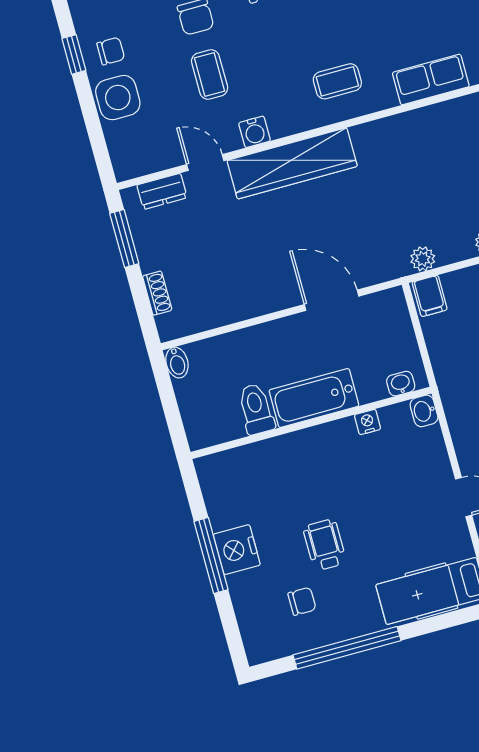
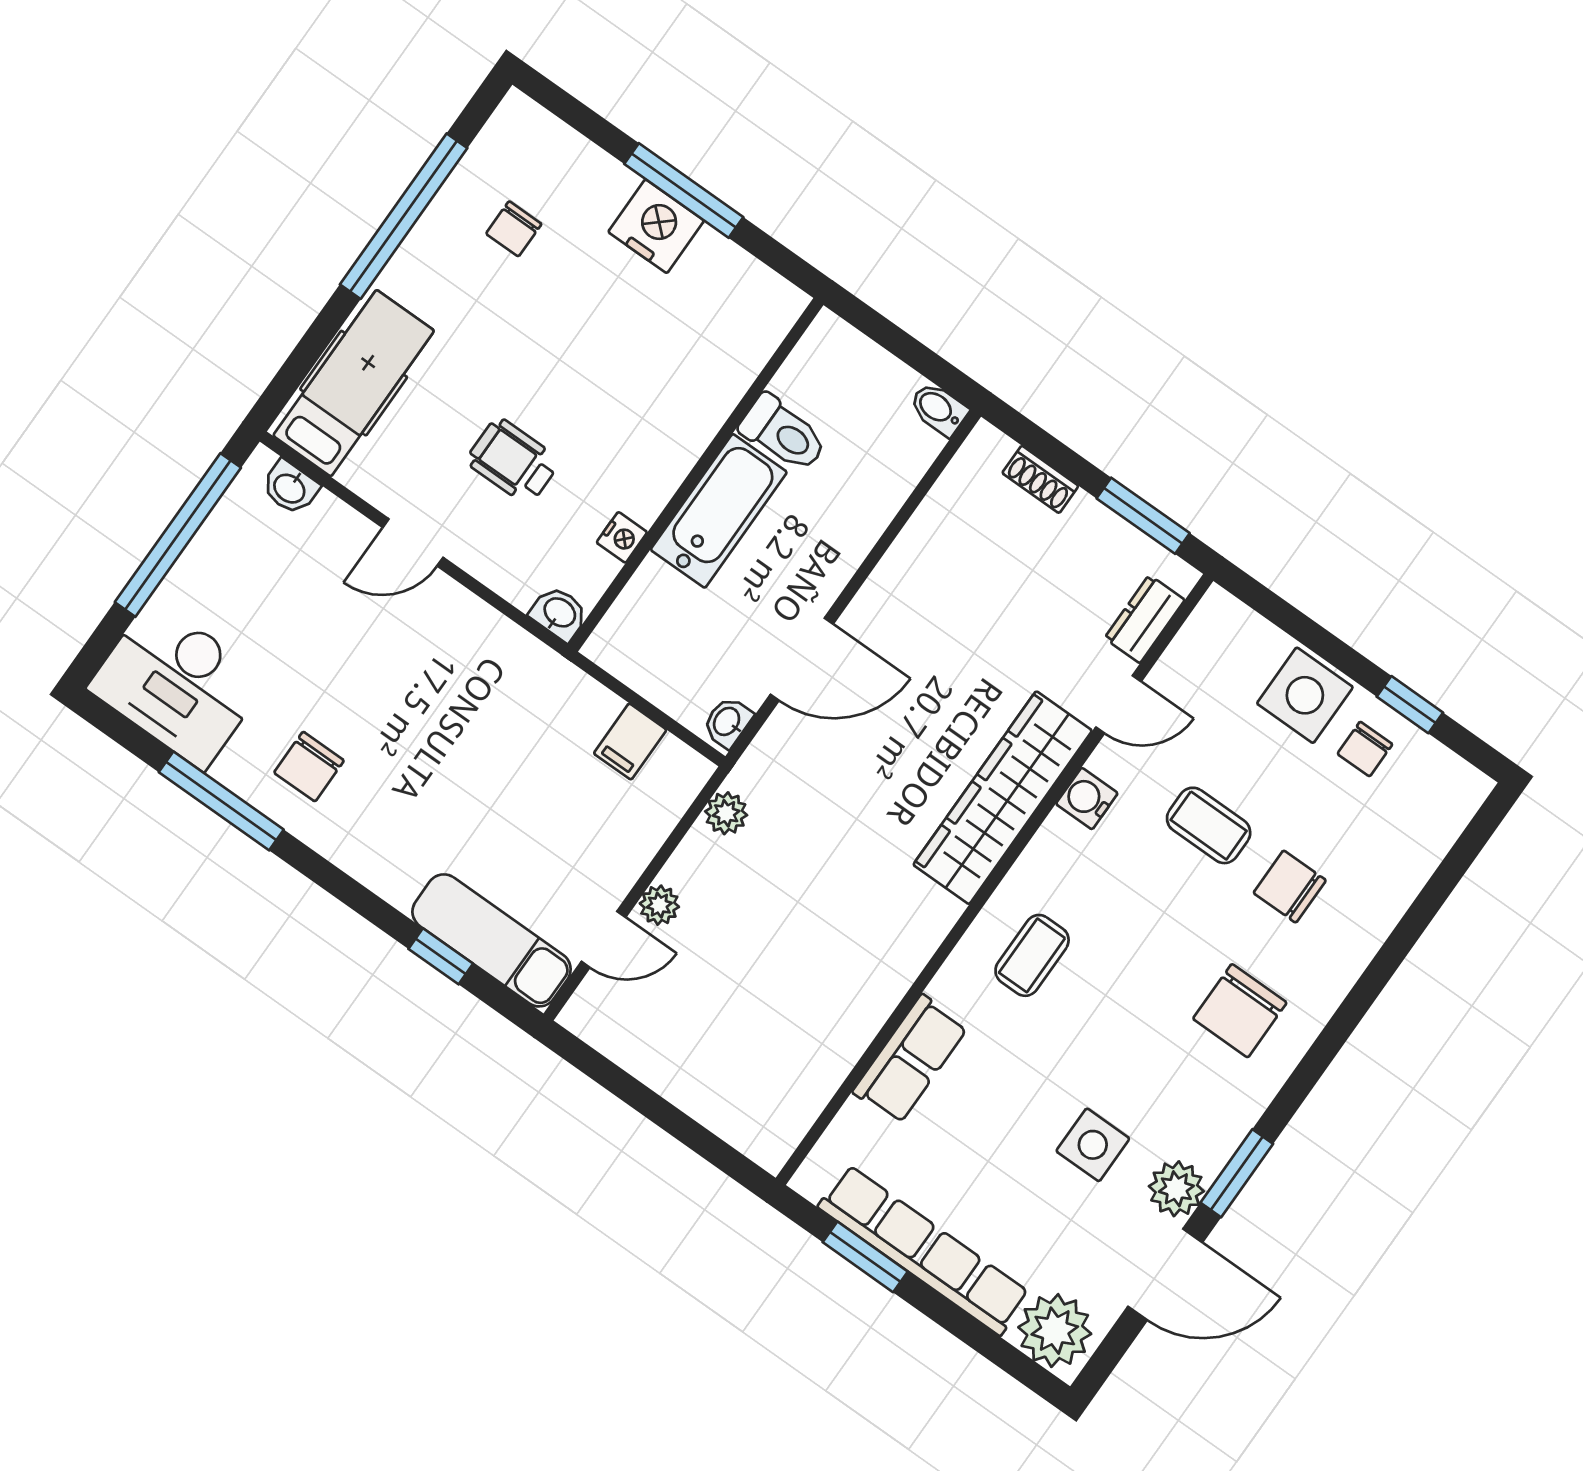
filing cabinet: (430, 296) -> (630, 742), moved, turned -90
washbasin: (401, 384) -> (727, 722), moved, turned 180
wheelchair: (325, 545) -> (513, 461), moved, turned 180

